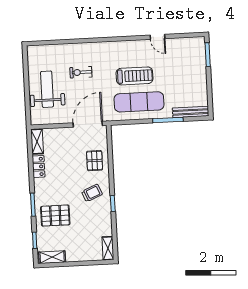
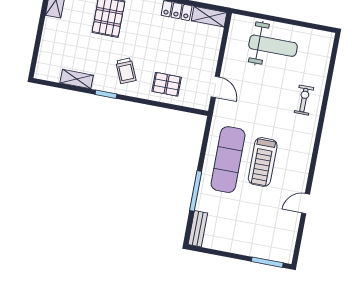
exercise bike: (81, 72) -> (304, 100), moved
bench: (191, 112) -> (198, 229), width x0.73
door: (88, 124) -> (215, 87), width x0.53
shelving: (108, 248) -> (77, 79), moved

